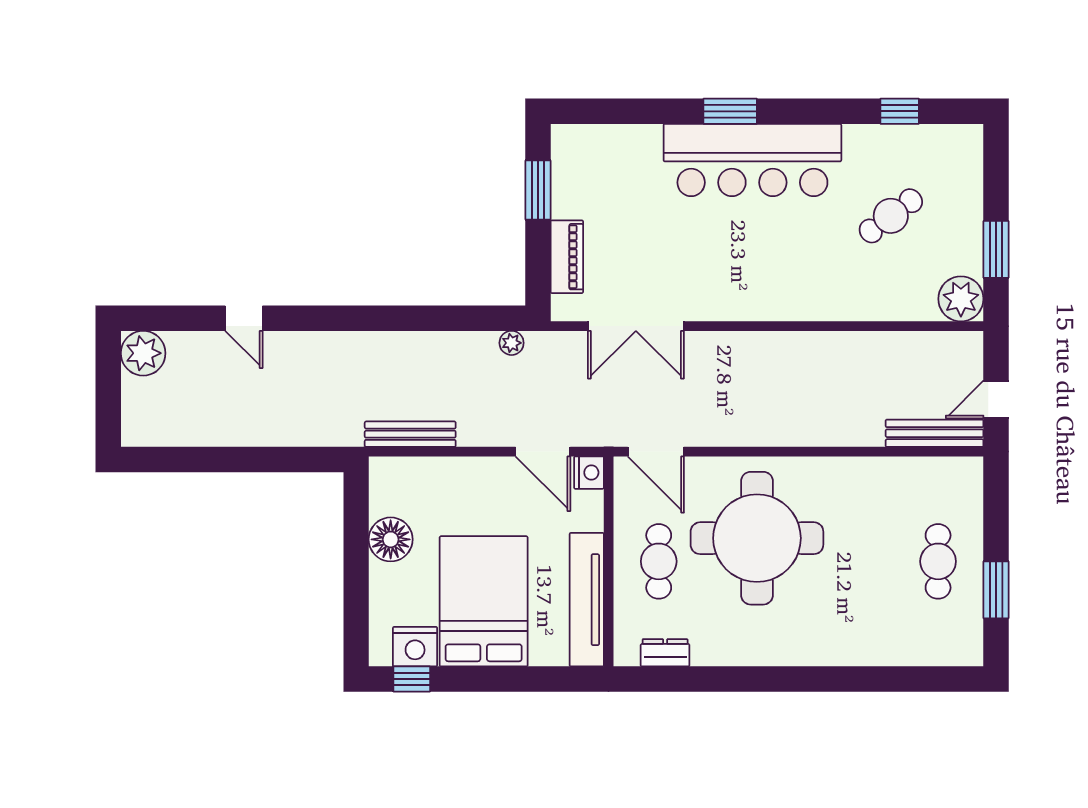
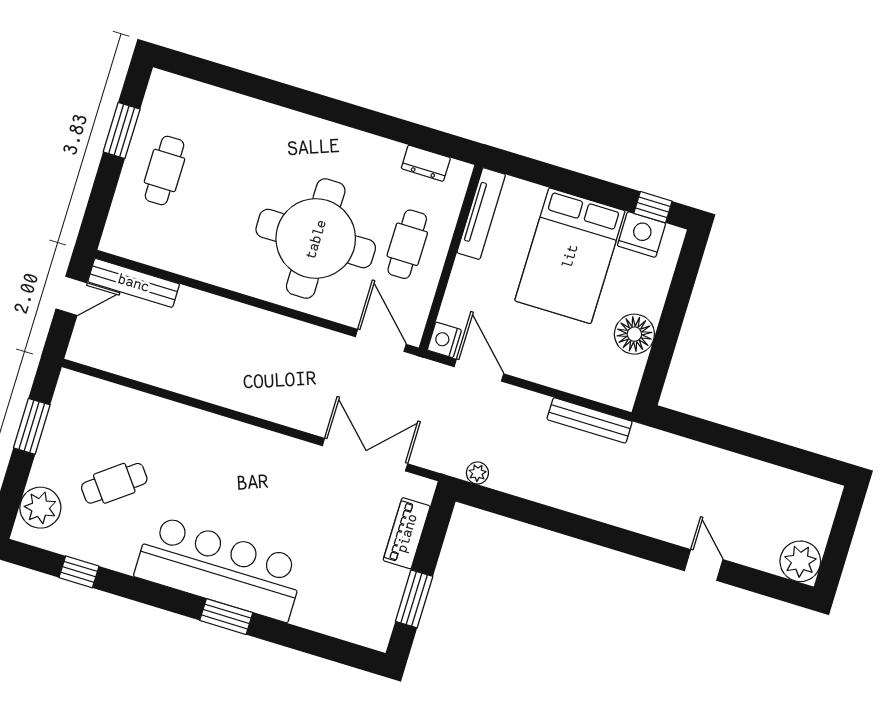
plant: (961, 299) -> (40, 508), moved
tv unit: (587, 600) -> (481, 214), width x0.73, depth x0.78

